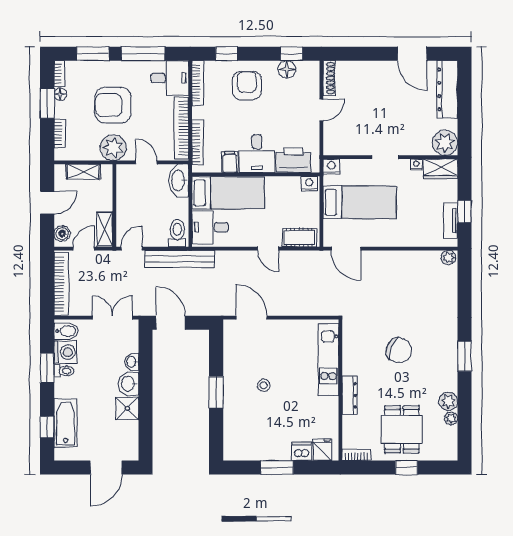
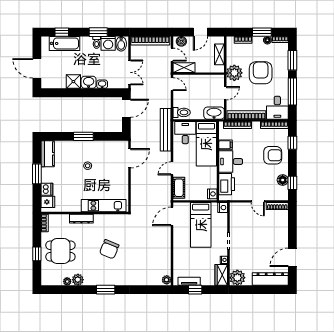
door: (47, 203) -> (200, 32), hinge flipped
bench: (180, 259) -> (166, 130), moved
kitchen counter: (244, 450) -> (48, 154), added

